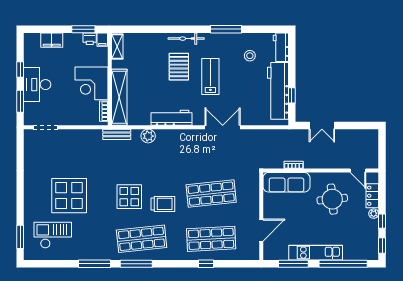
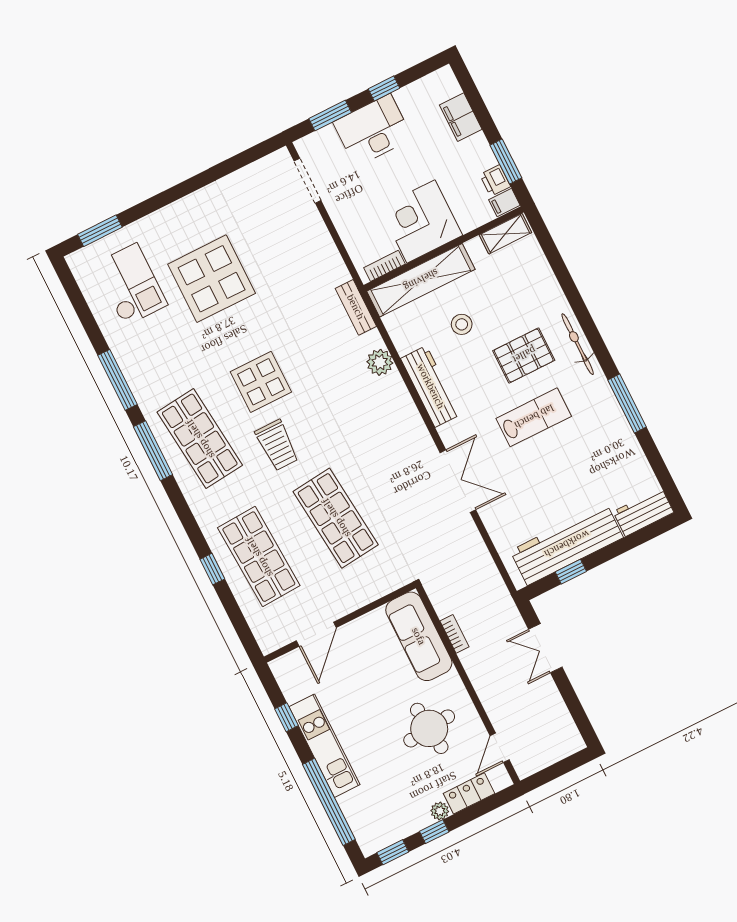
stool: (250, 56) -> (462, 324), moved
door: (261, 230) -> (316, 634), hinge flipped
window: (293, 264) -> (287, 717), width x0.46

